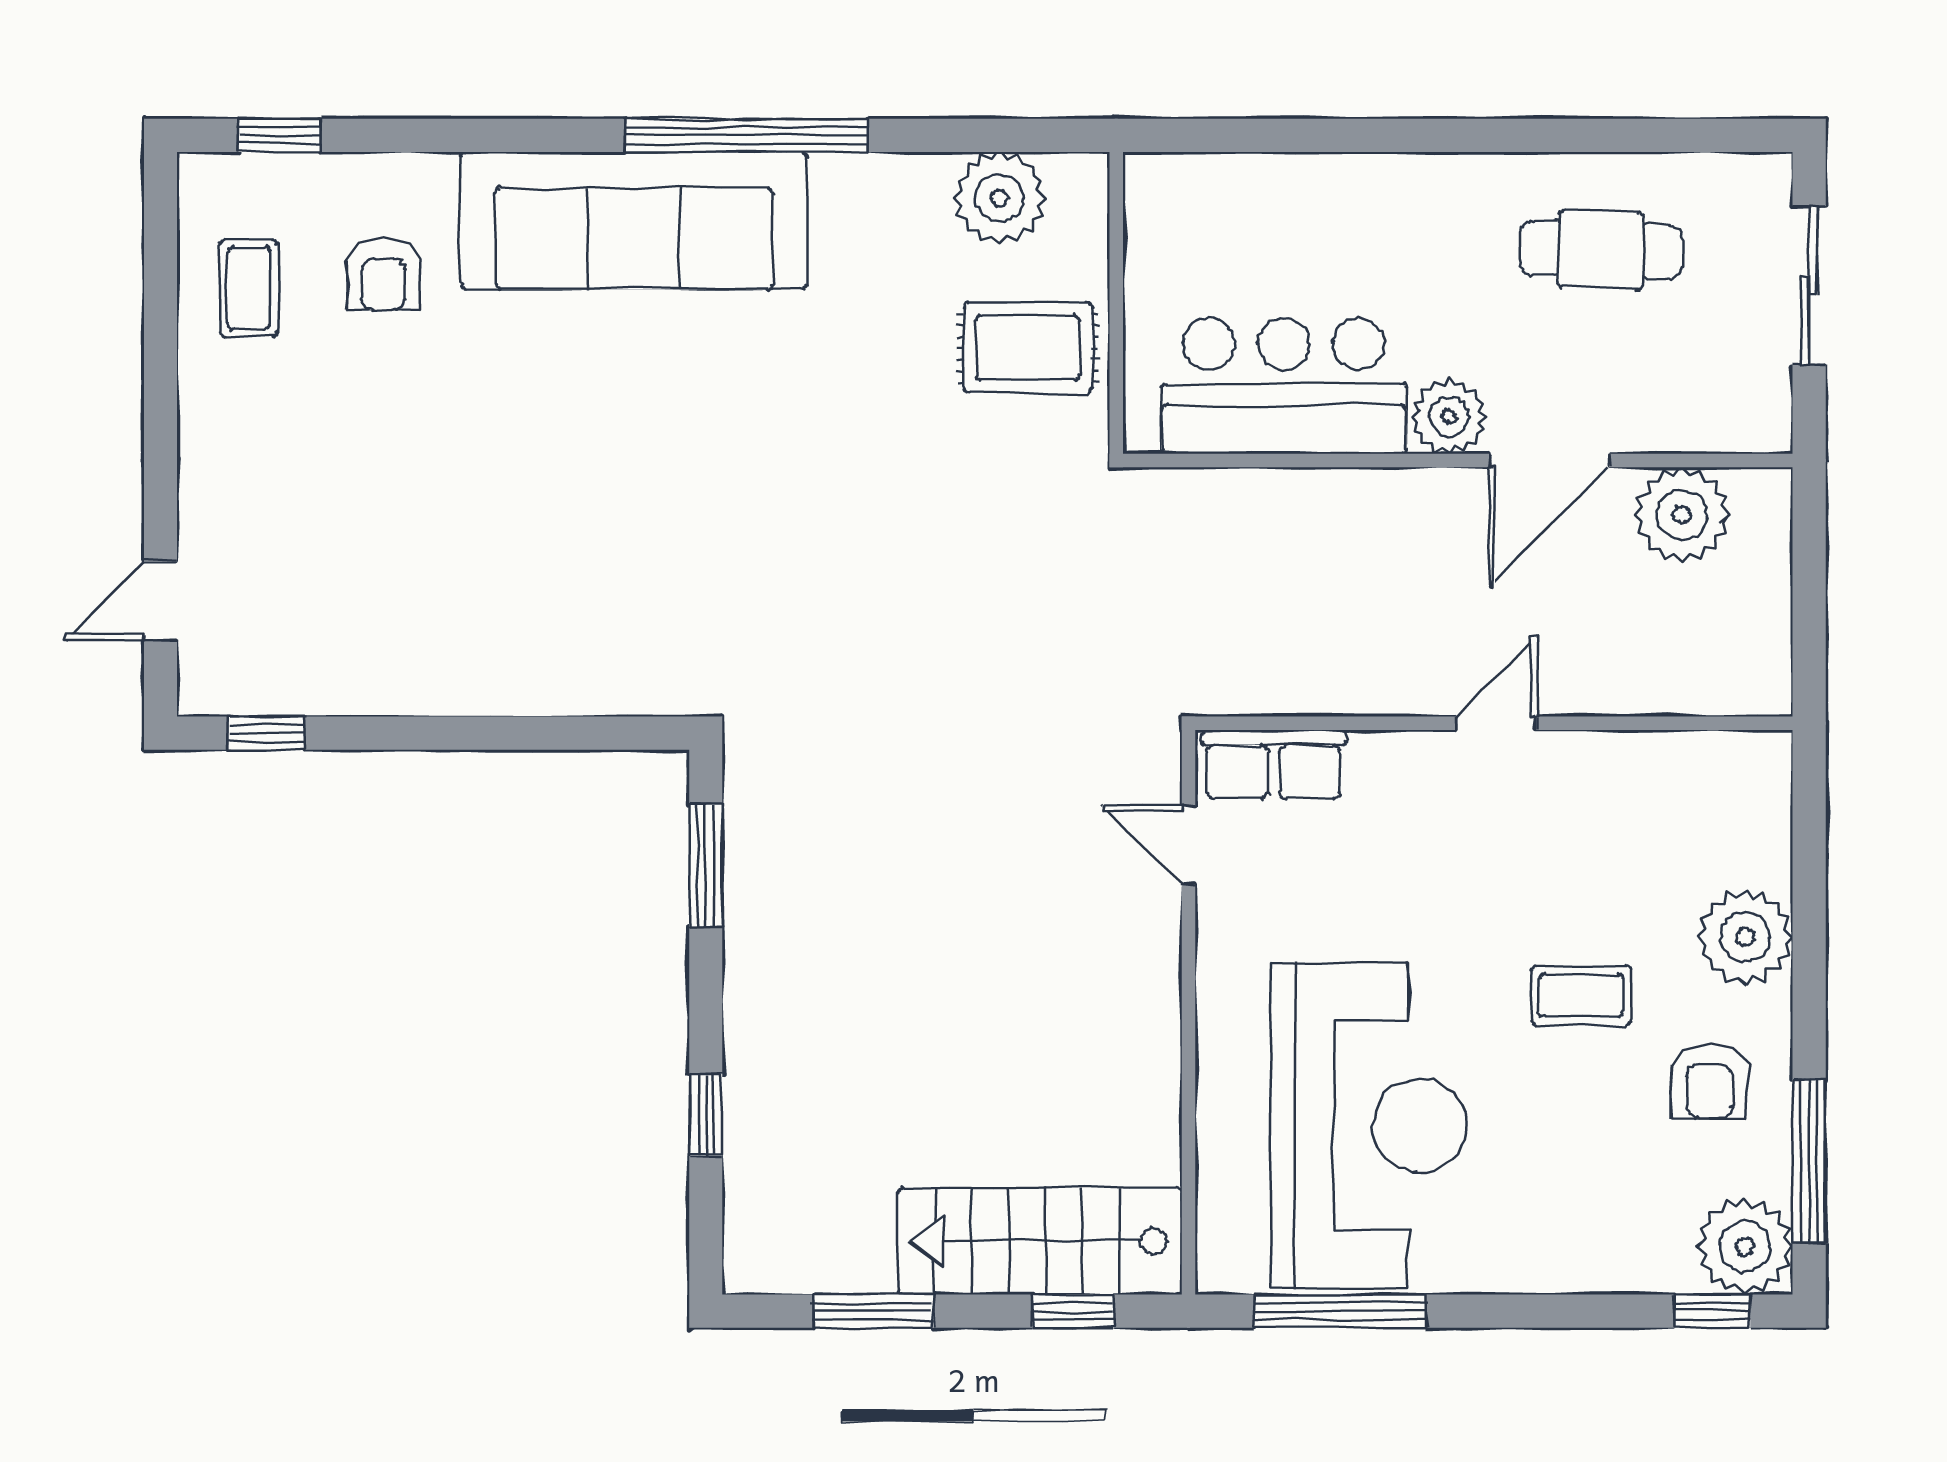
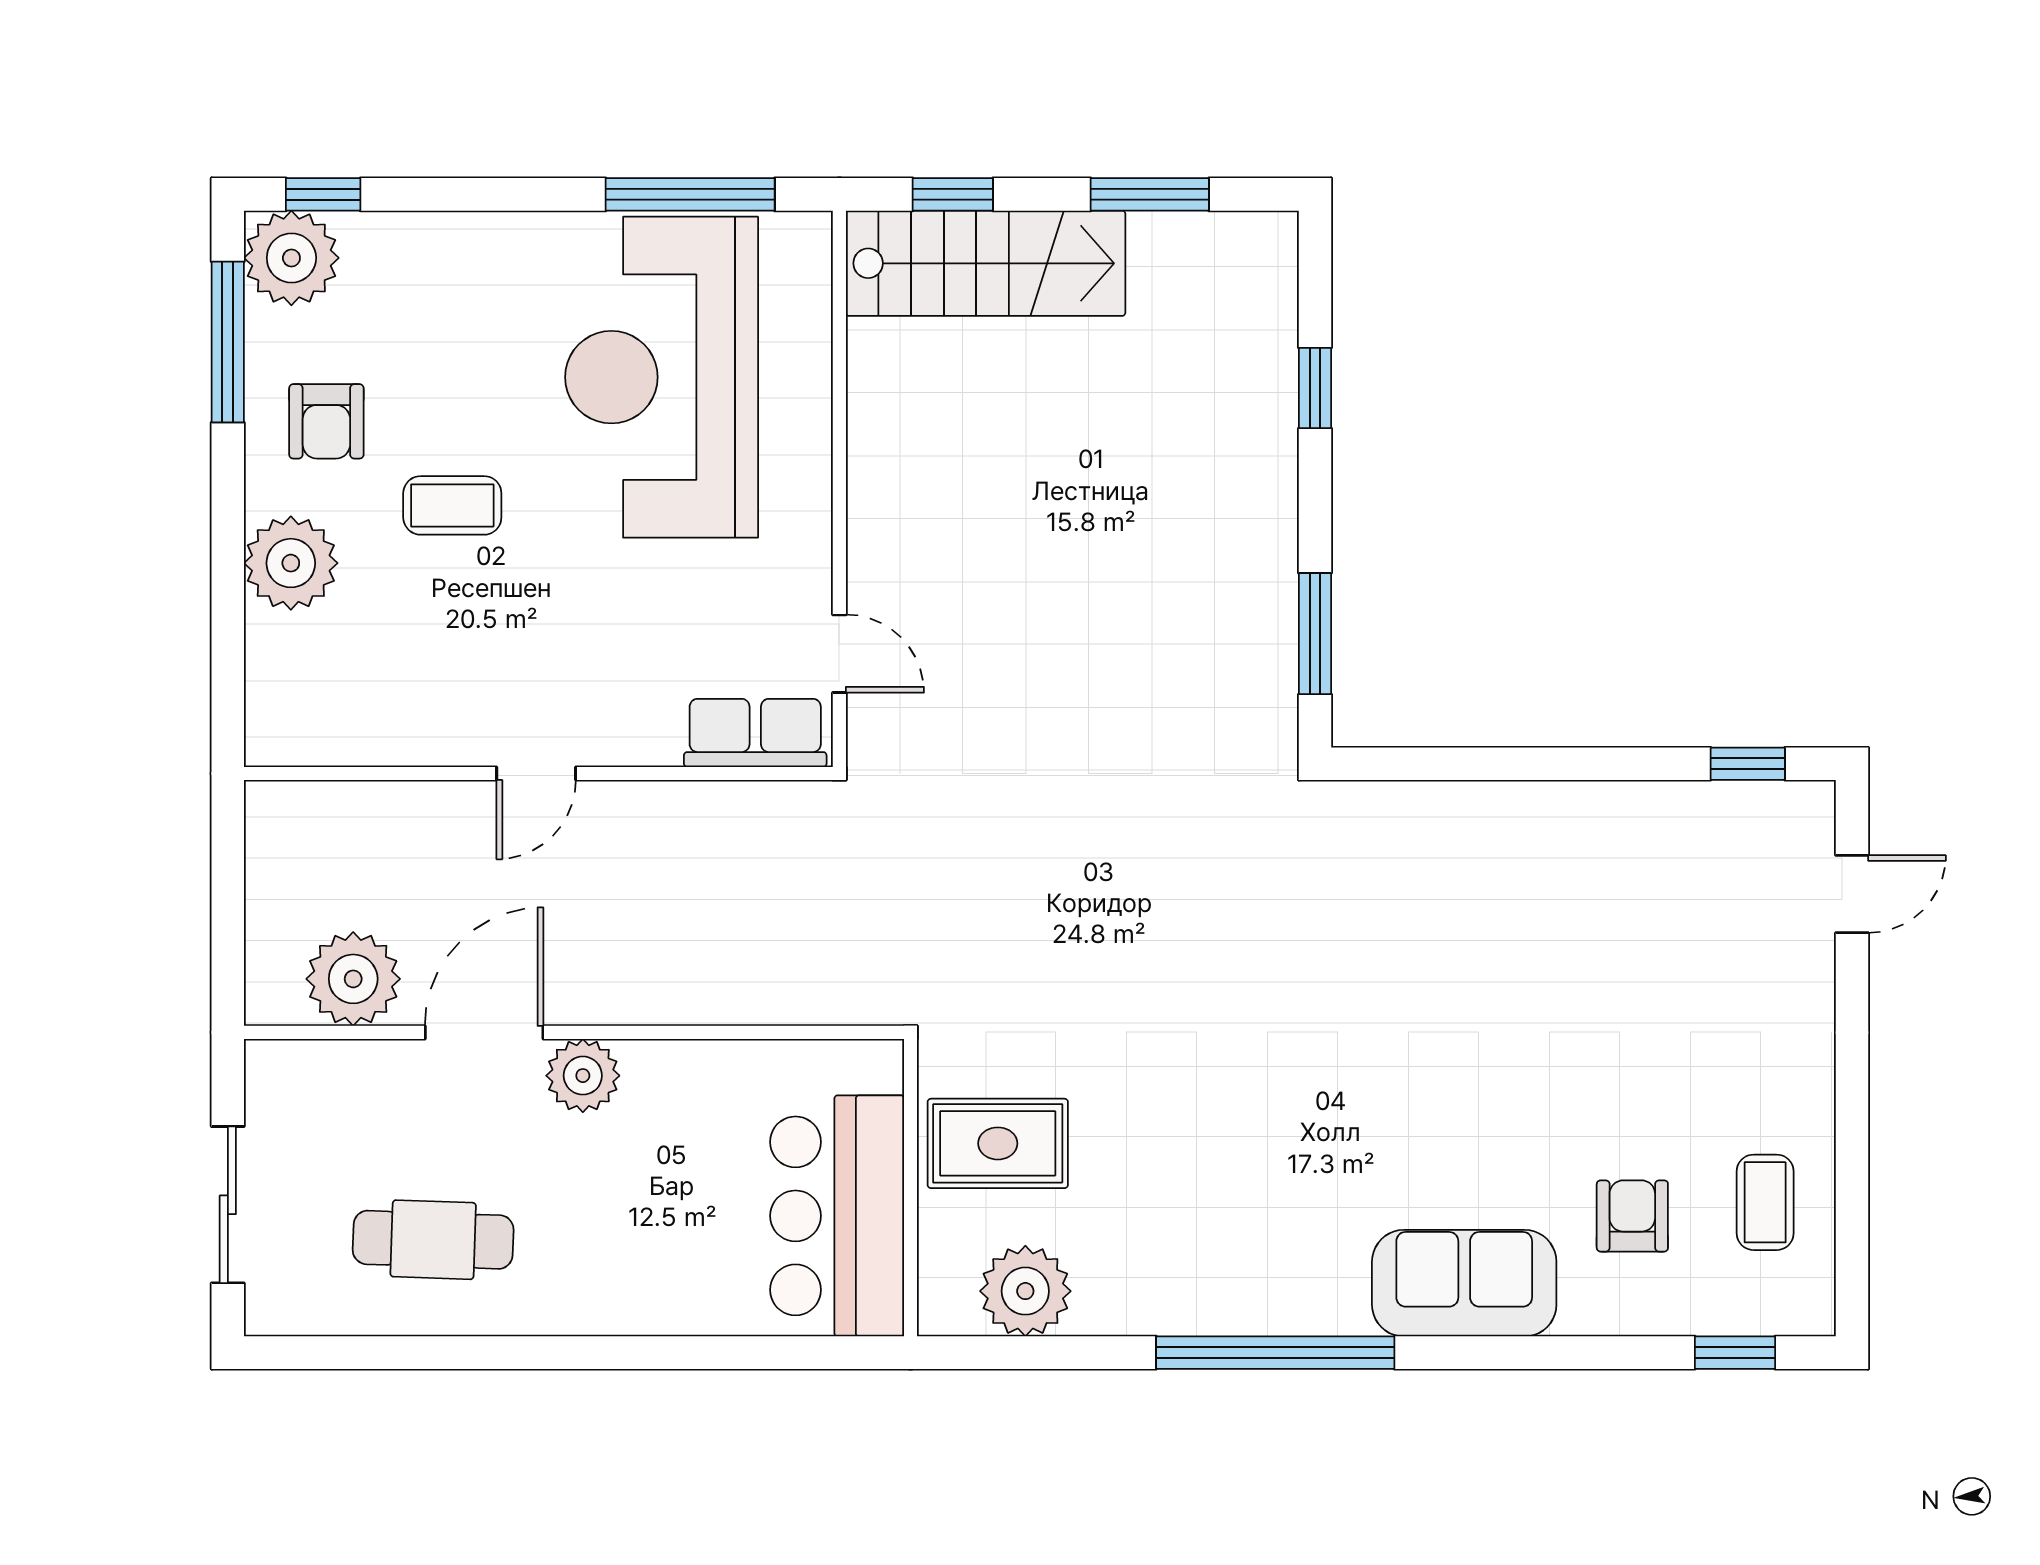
sofa: (634, 221) -> (1464, 1283), width x0.54, depth x0.79
bar counter: (1284, 386) -> (837, 1216), moved, turned 90
armchair: (1709, 1081) -> (326, 421), turned 180

